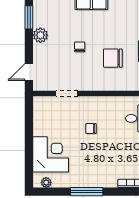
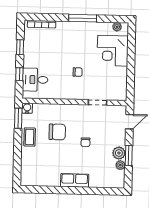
window: (29, 17) -> (129, 156), moved
plant: (38, 21) -> (120, 165), added

